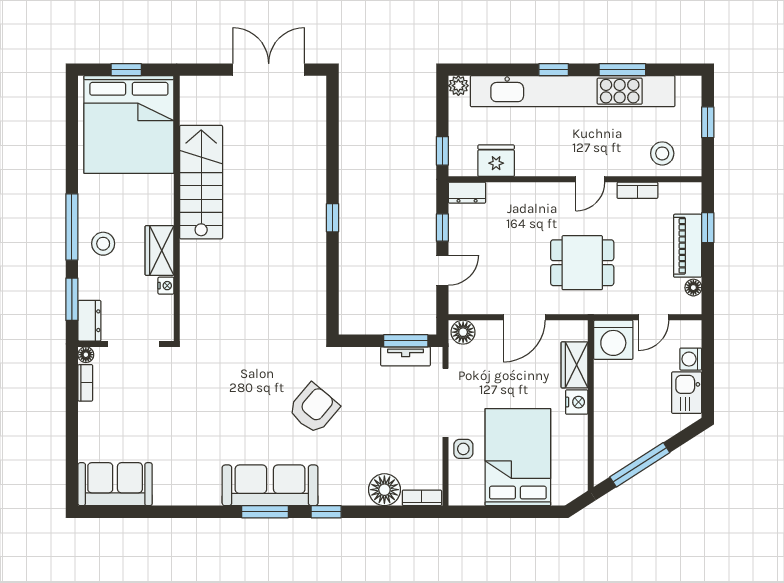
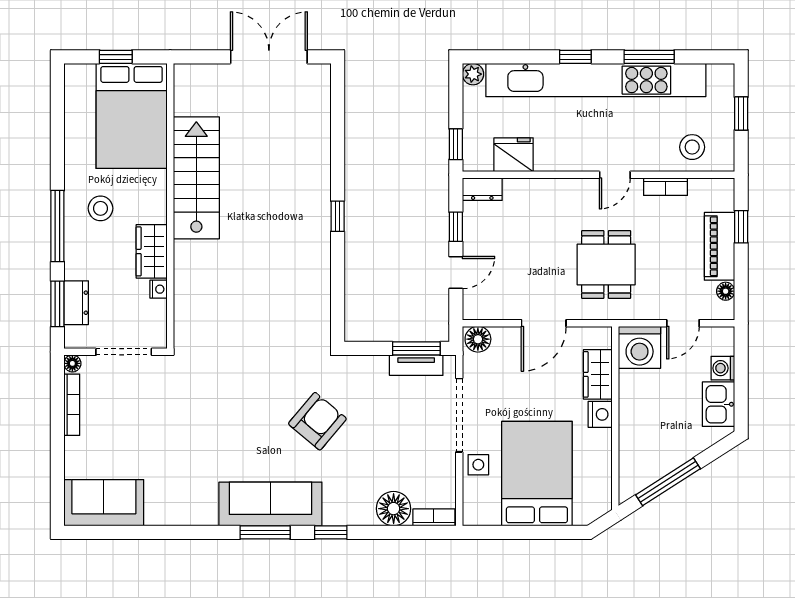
bed: (129, 125) -> (132, 116), width x0.73
stool: (103, 244) -> (100, 208), moved
dining table: (582, 263) -> (606, 264), turned 90
dresser: (89, 321) -> (76, 303), moved
bookcase: (85, 383) -> (72, 405), width x1.56

